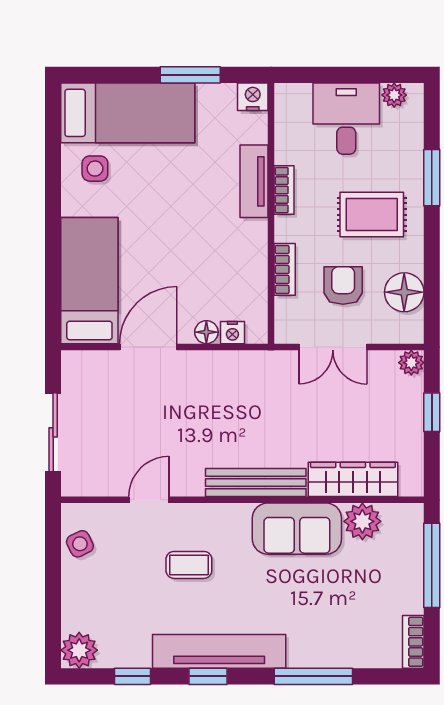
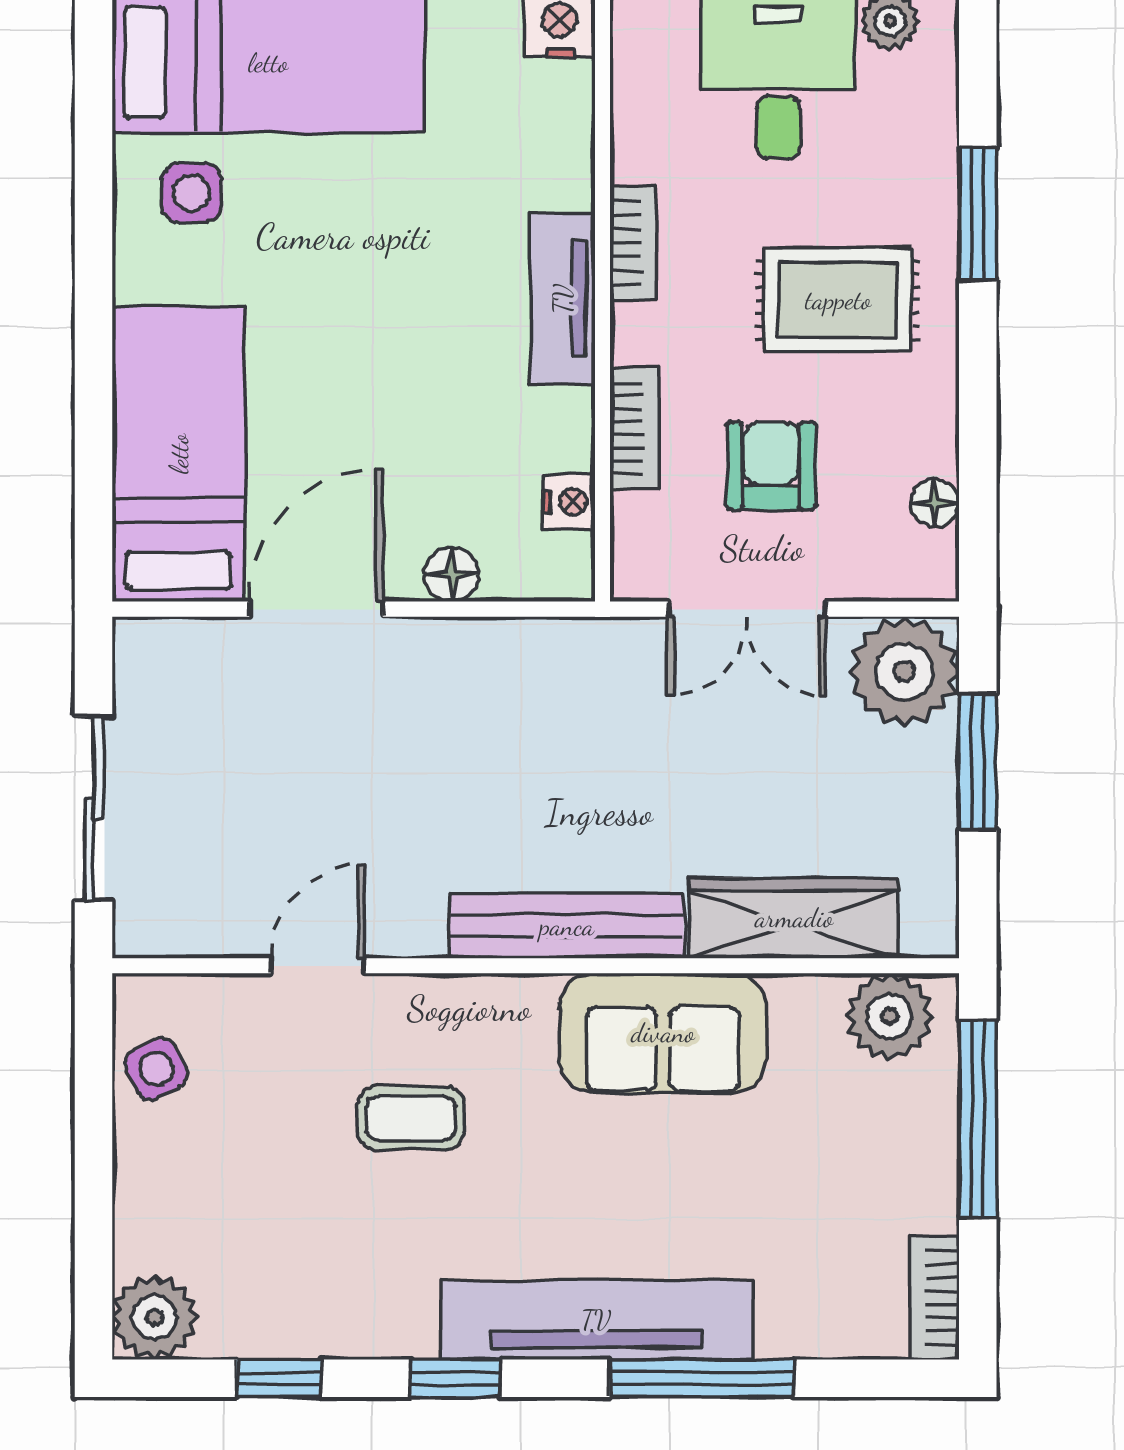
tv unit: (254, 181) -> (563, 299), moved
floor lamp: (404, 292) -> (935, 503), width x0.53, depth x0.53
nightstand: (232, 333) -> (569, 502), moved, turned -90
plant: (411, 363) -> (904, 671), width x1.88, depth x1.88
window: (432, 412) -> (978, 761), width x1.50
plant: (362, 521) -> (890, 1016), moved
tv unit: (219, 651) -> (596, 1320), moved

